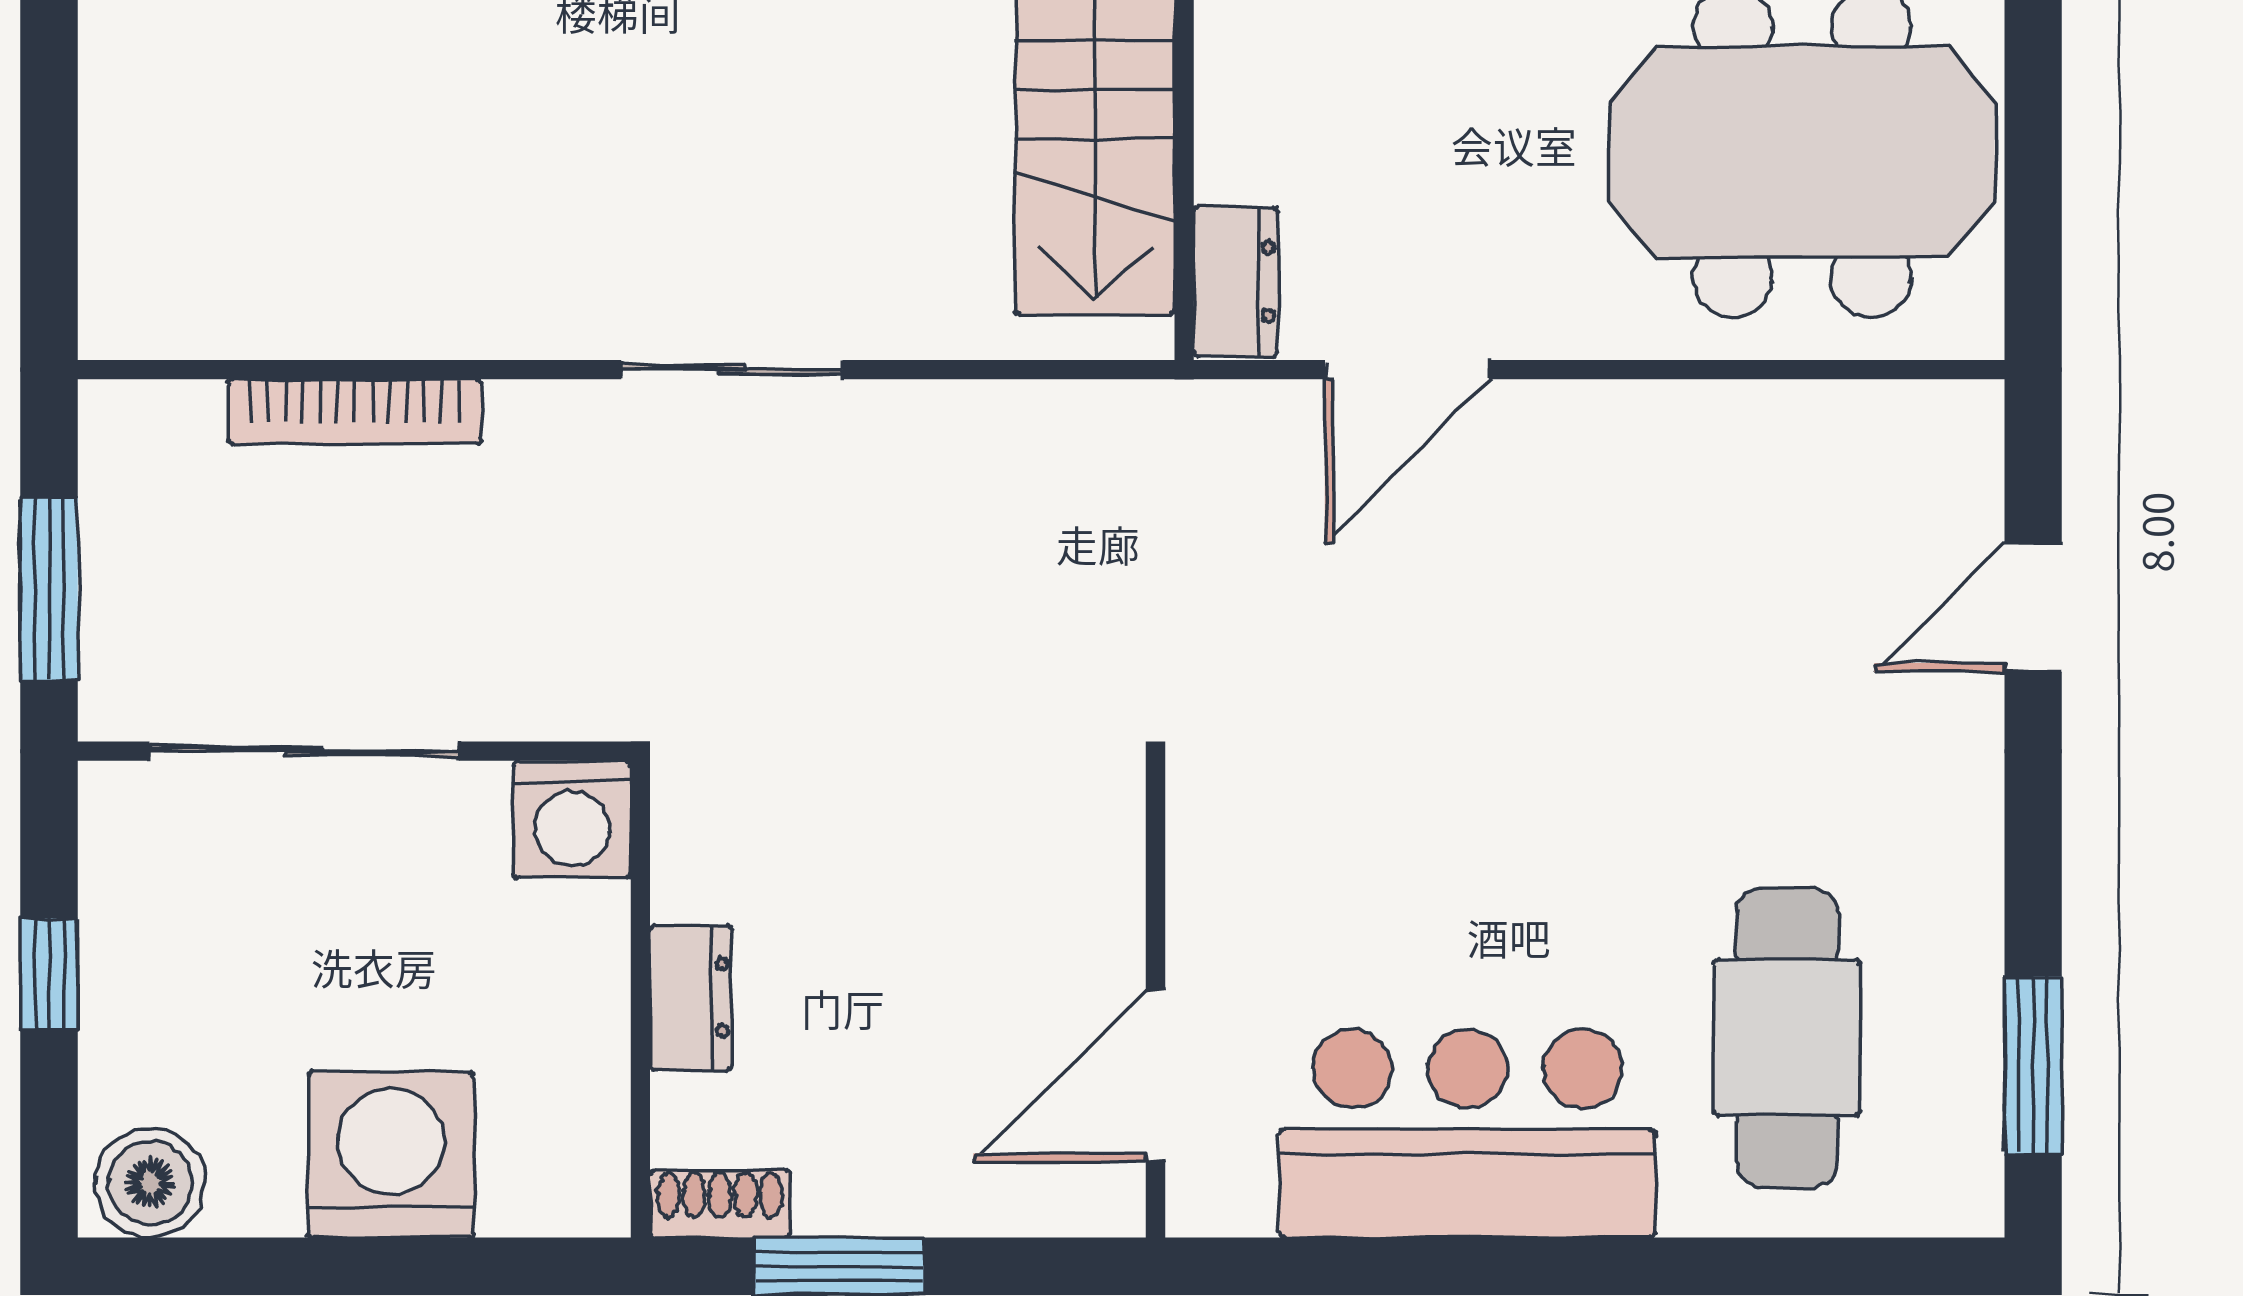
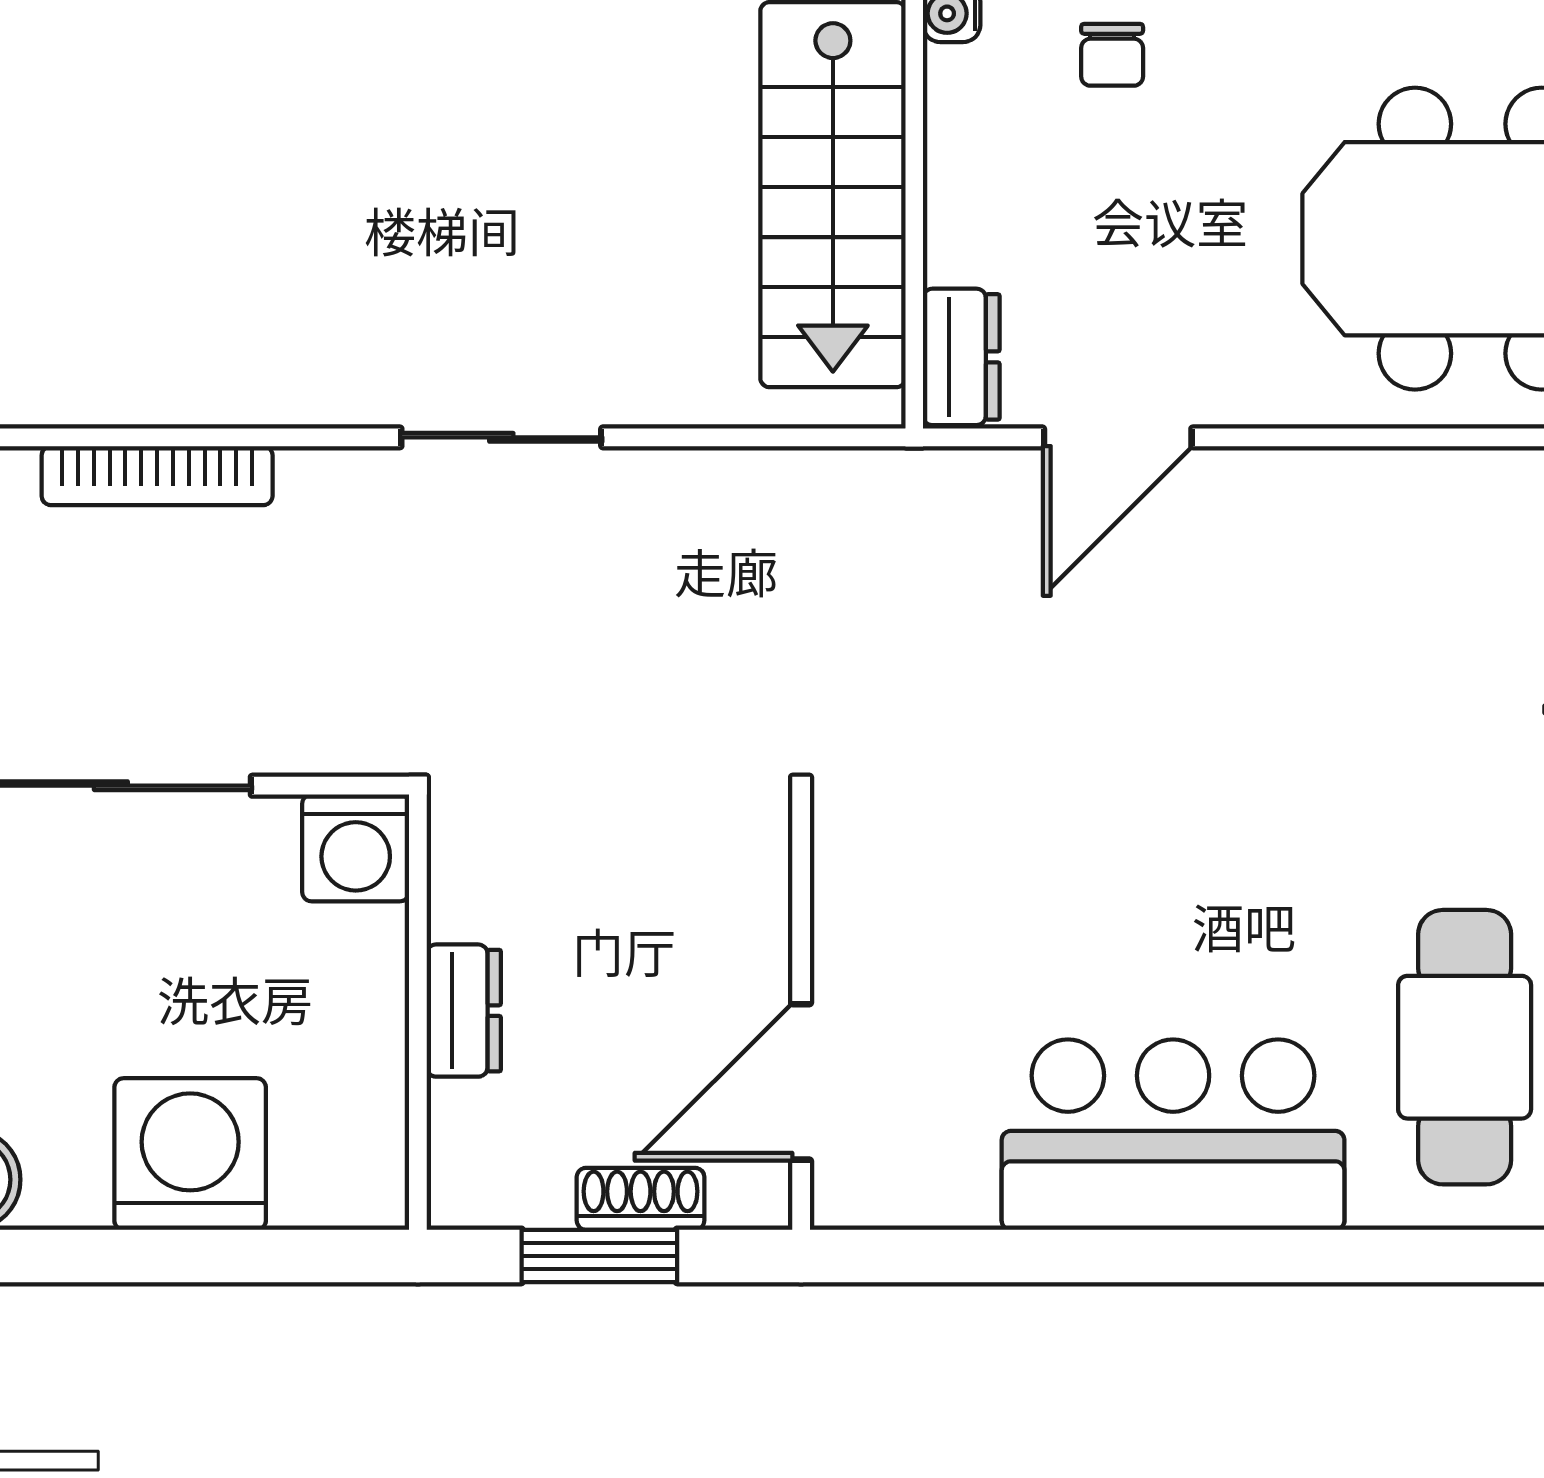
wall: (1156, 999) -> (801, 1012), moved
door: (1156, 1076) -> (801, 1082), moved
shoe rack: (720, 1204) -> (641, 1199), moved

